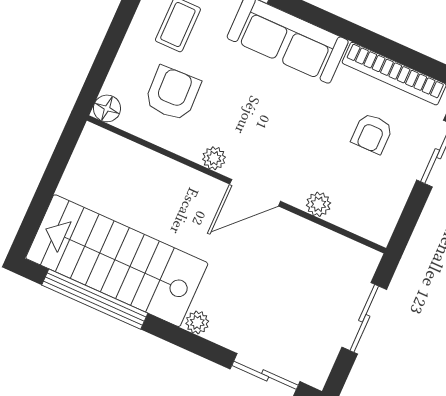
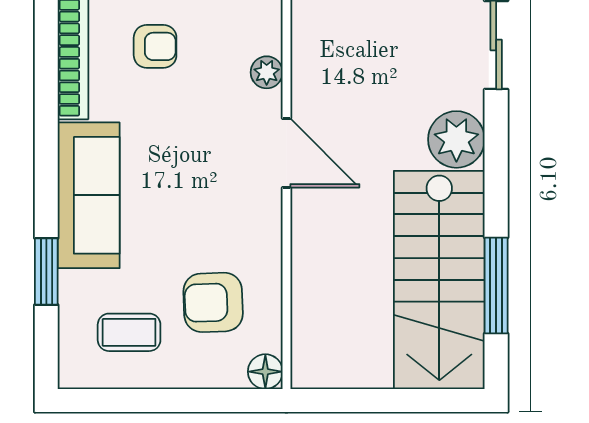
plant: (214, 158) -> (267, 219), removed
window: (95, 299) -> (496, 286), width x0.68
plant: (197, 322) -> (456, 139), width x1.87, depth x1.87

